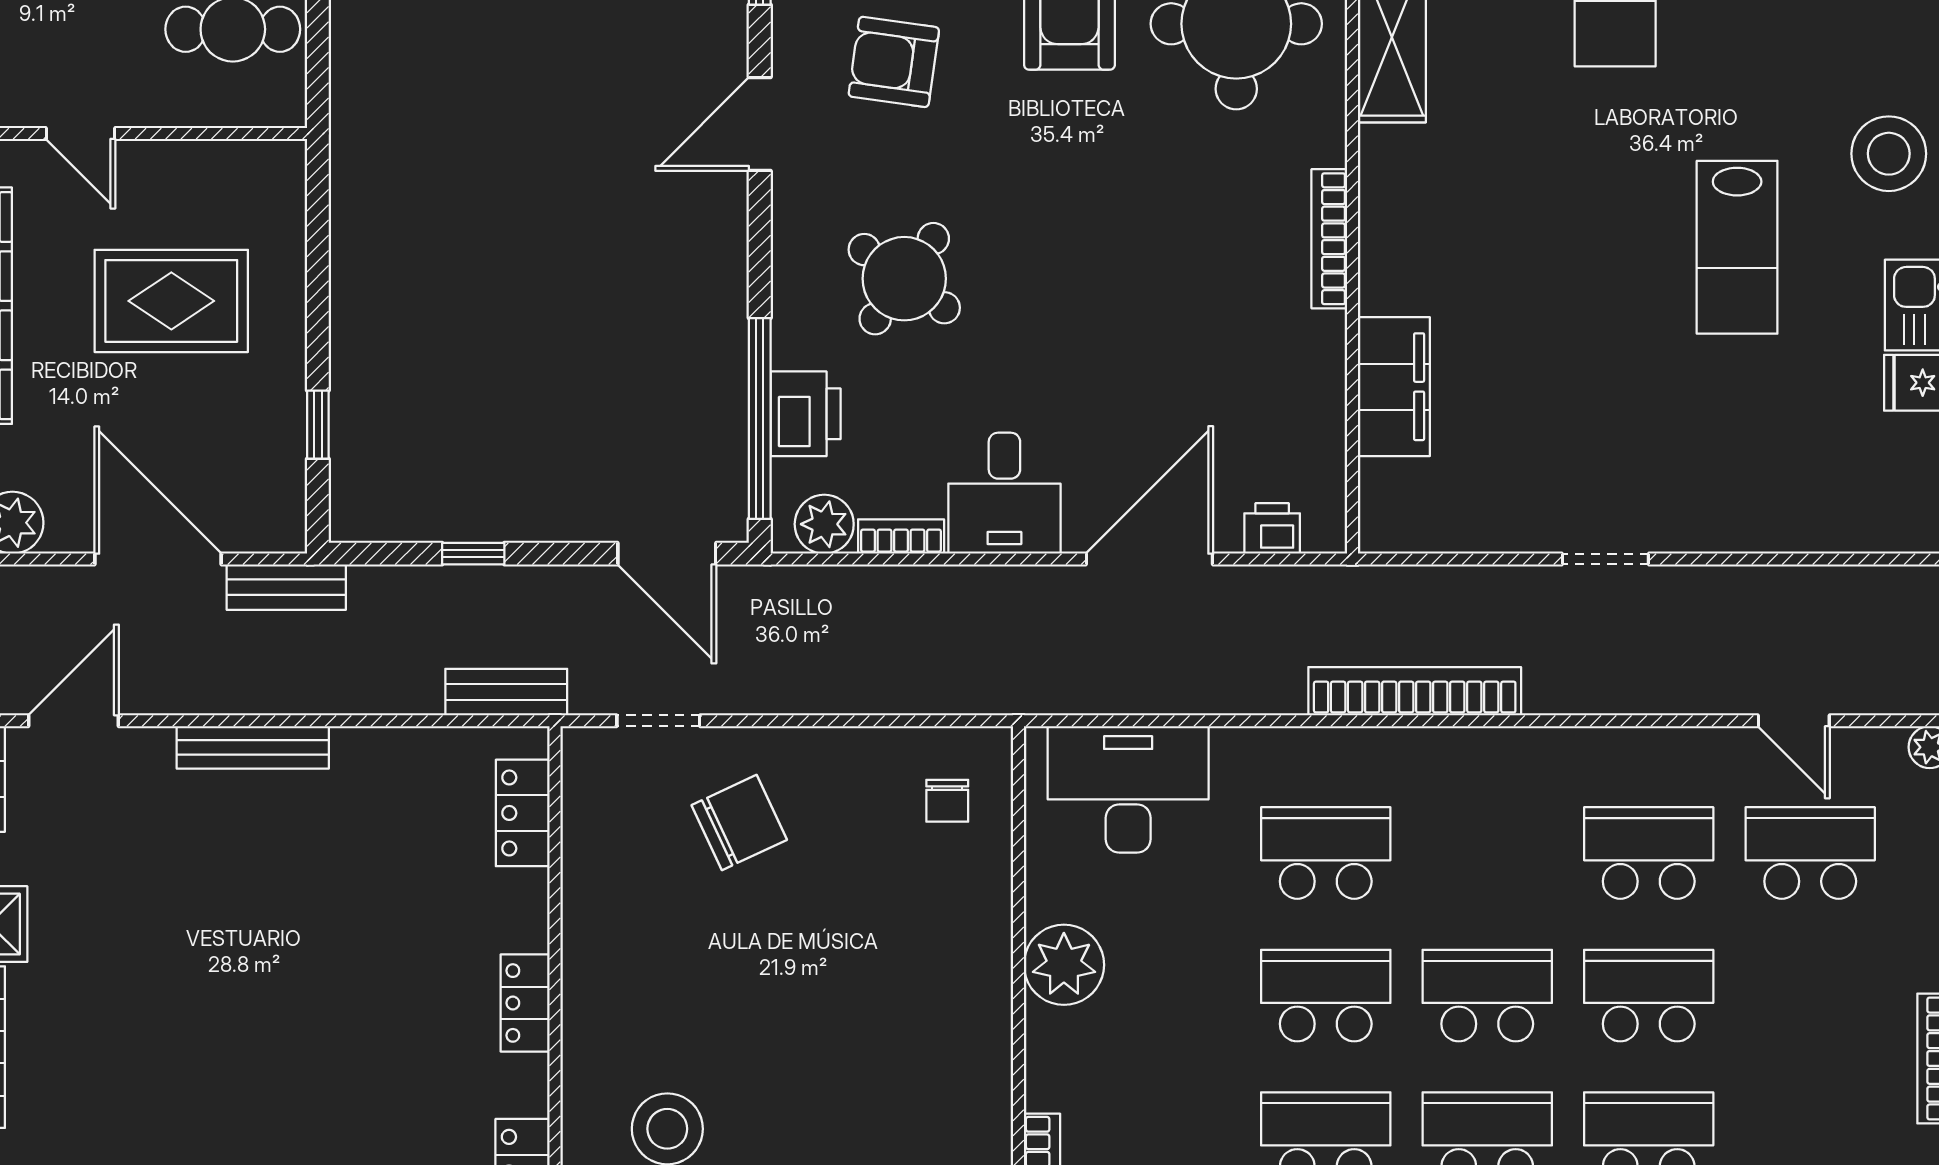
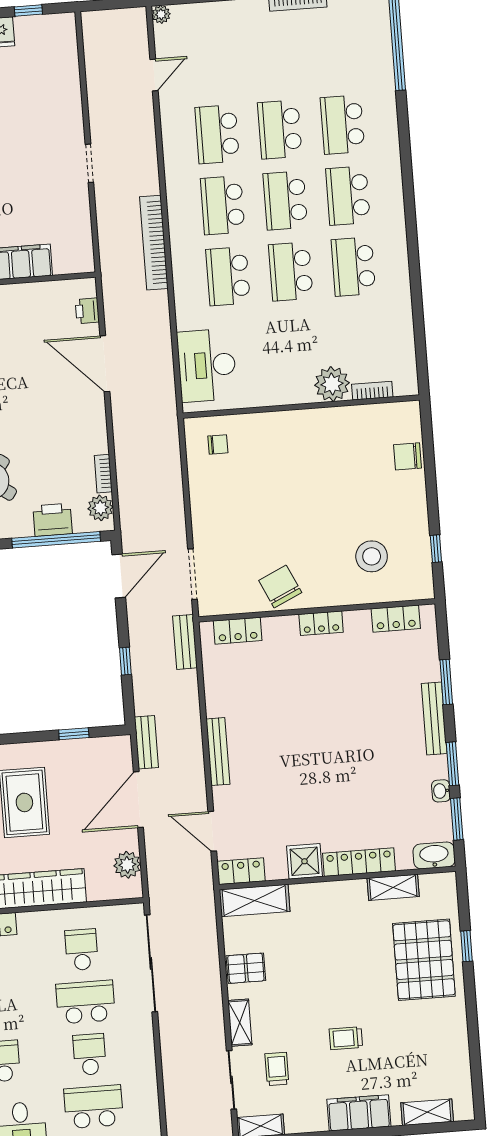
desk: (1004, 493) -> (81, 430), removed
doorway: (658, 721) -> (192, 574), width x1.38
chair: (739, 822) -> (280, 586), moved
school desk: (1810, 853) -> (223, 205), moved
plant: (1064, 965) -> (332, 384), moved

